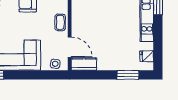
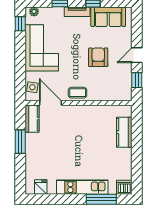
door: (70, 47) -> (50, 103), swing flipped
window: (128, 75) -> (20, 142), moved

